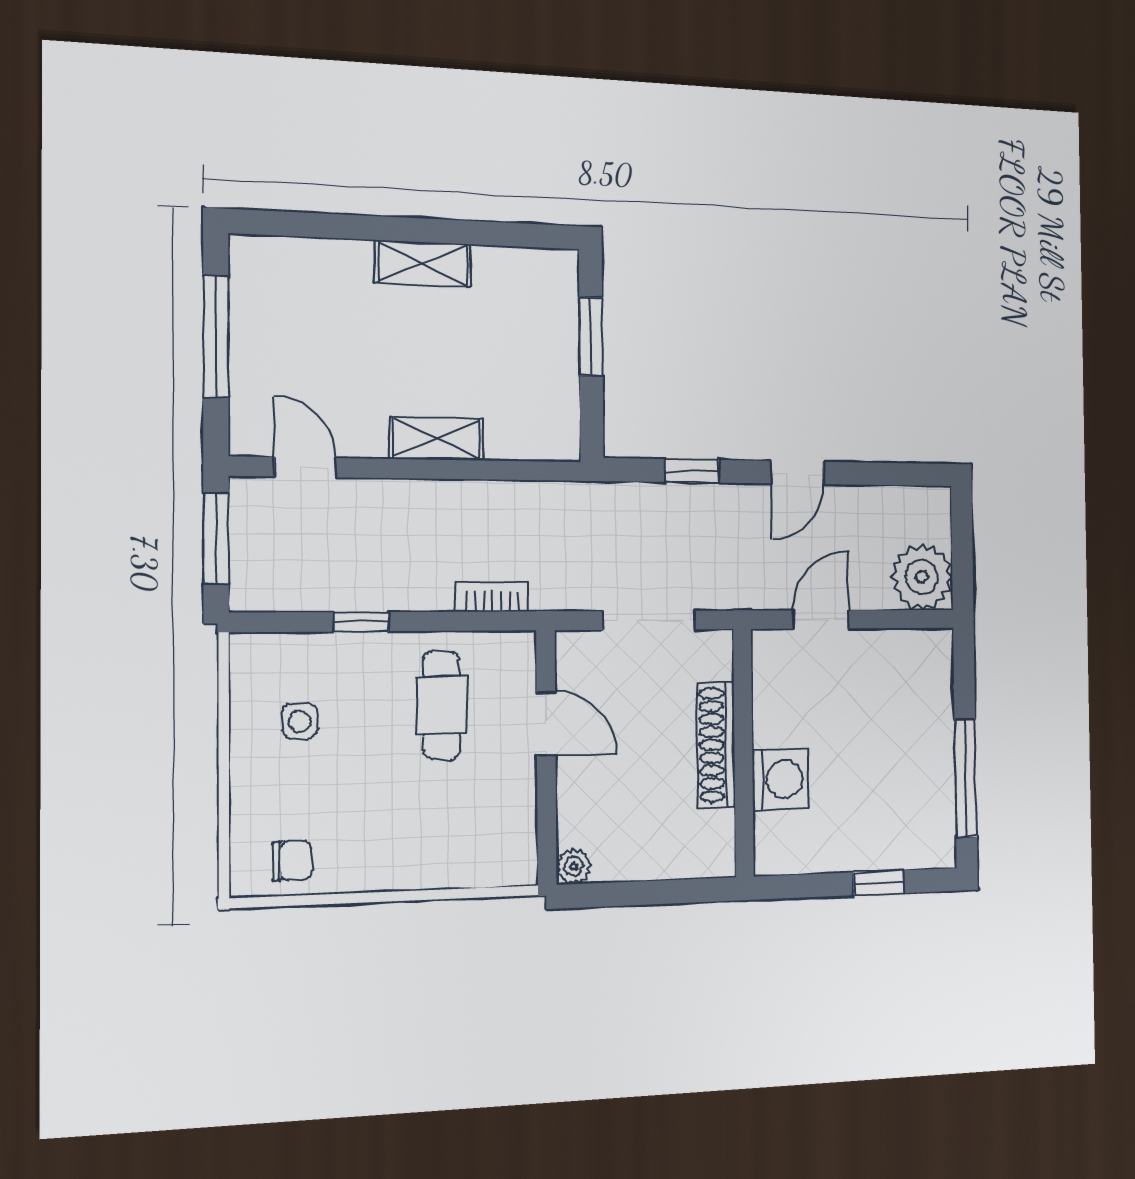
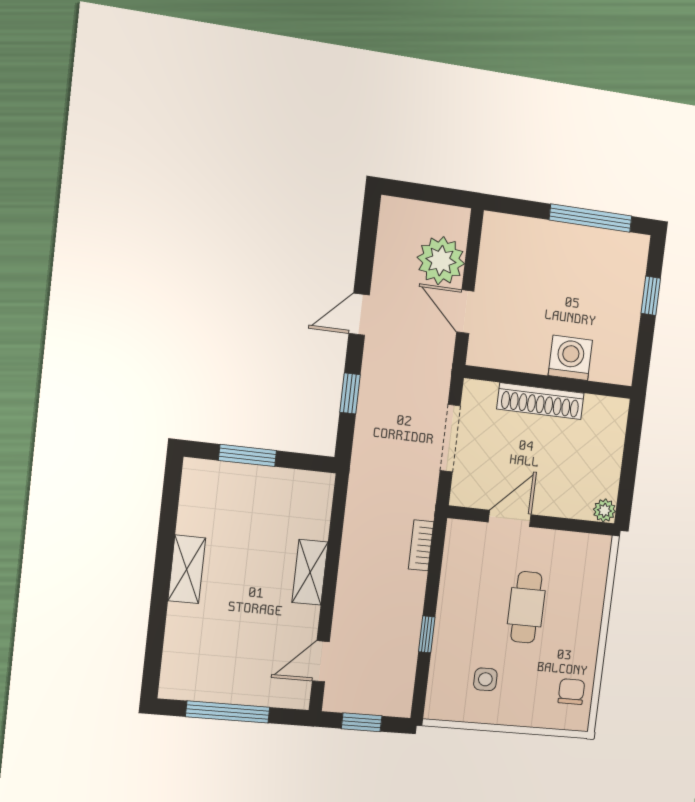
door: (797, 473) -> (359, 314), swing flipped
window: (216, 538) -> (362, 722), width x0.67
plant: (922, 577) -> (441, 261), moved
cafe table: (442, 705) -> (526, 607), moved, turned 90

